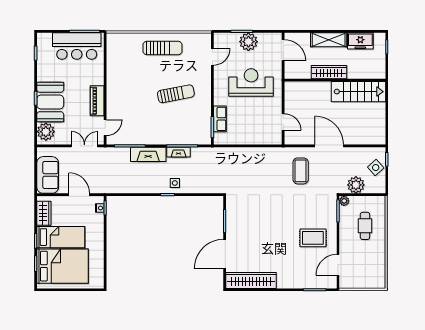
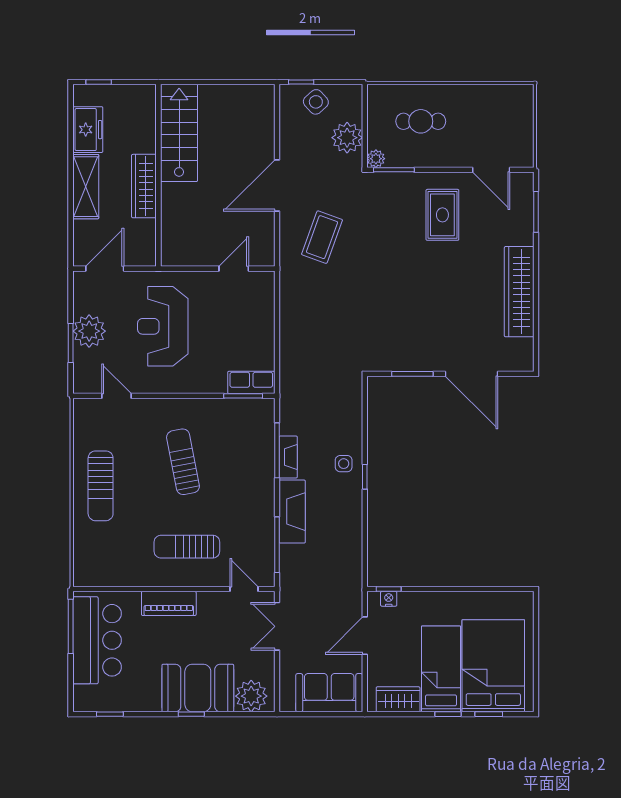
sun lounger: (162, 48) -> (101, 486), turned 180
sun lounger: (129, 96) -> (187, 547), added
piano: (97, 101) -> (169, 603), moved
row of seats: (220, 119) -> (251, 382), moved
coffee table: (301, 171) -> (322, 237), turned -70
wardrobe: (251, 280) -> (519, 292), moved

